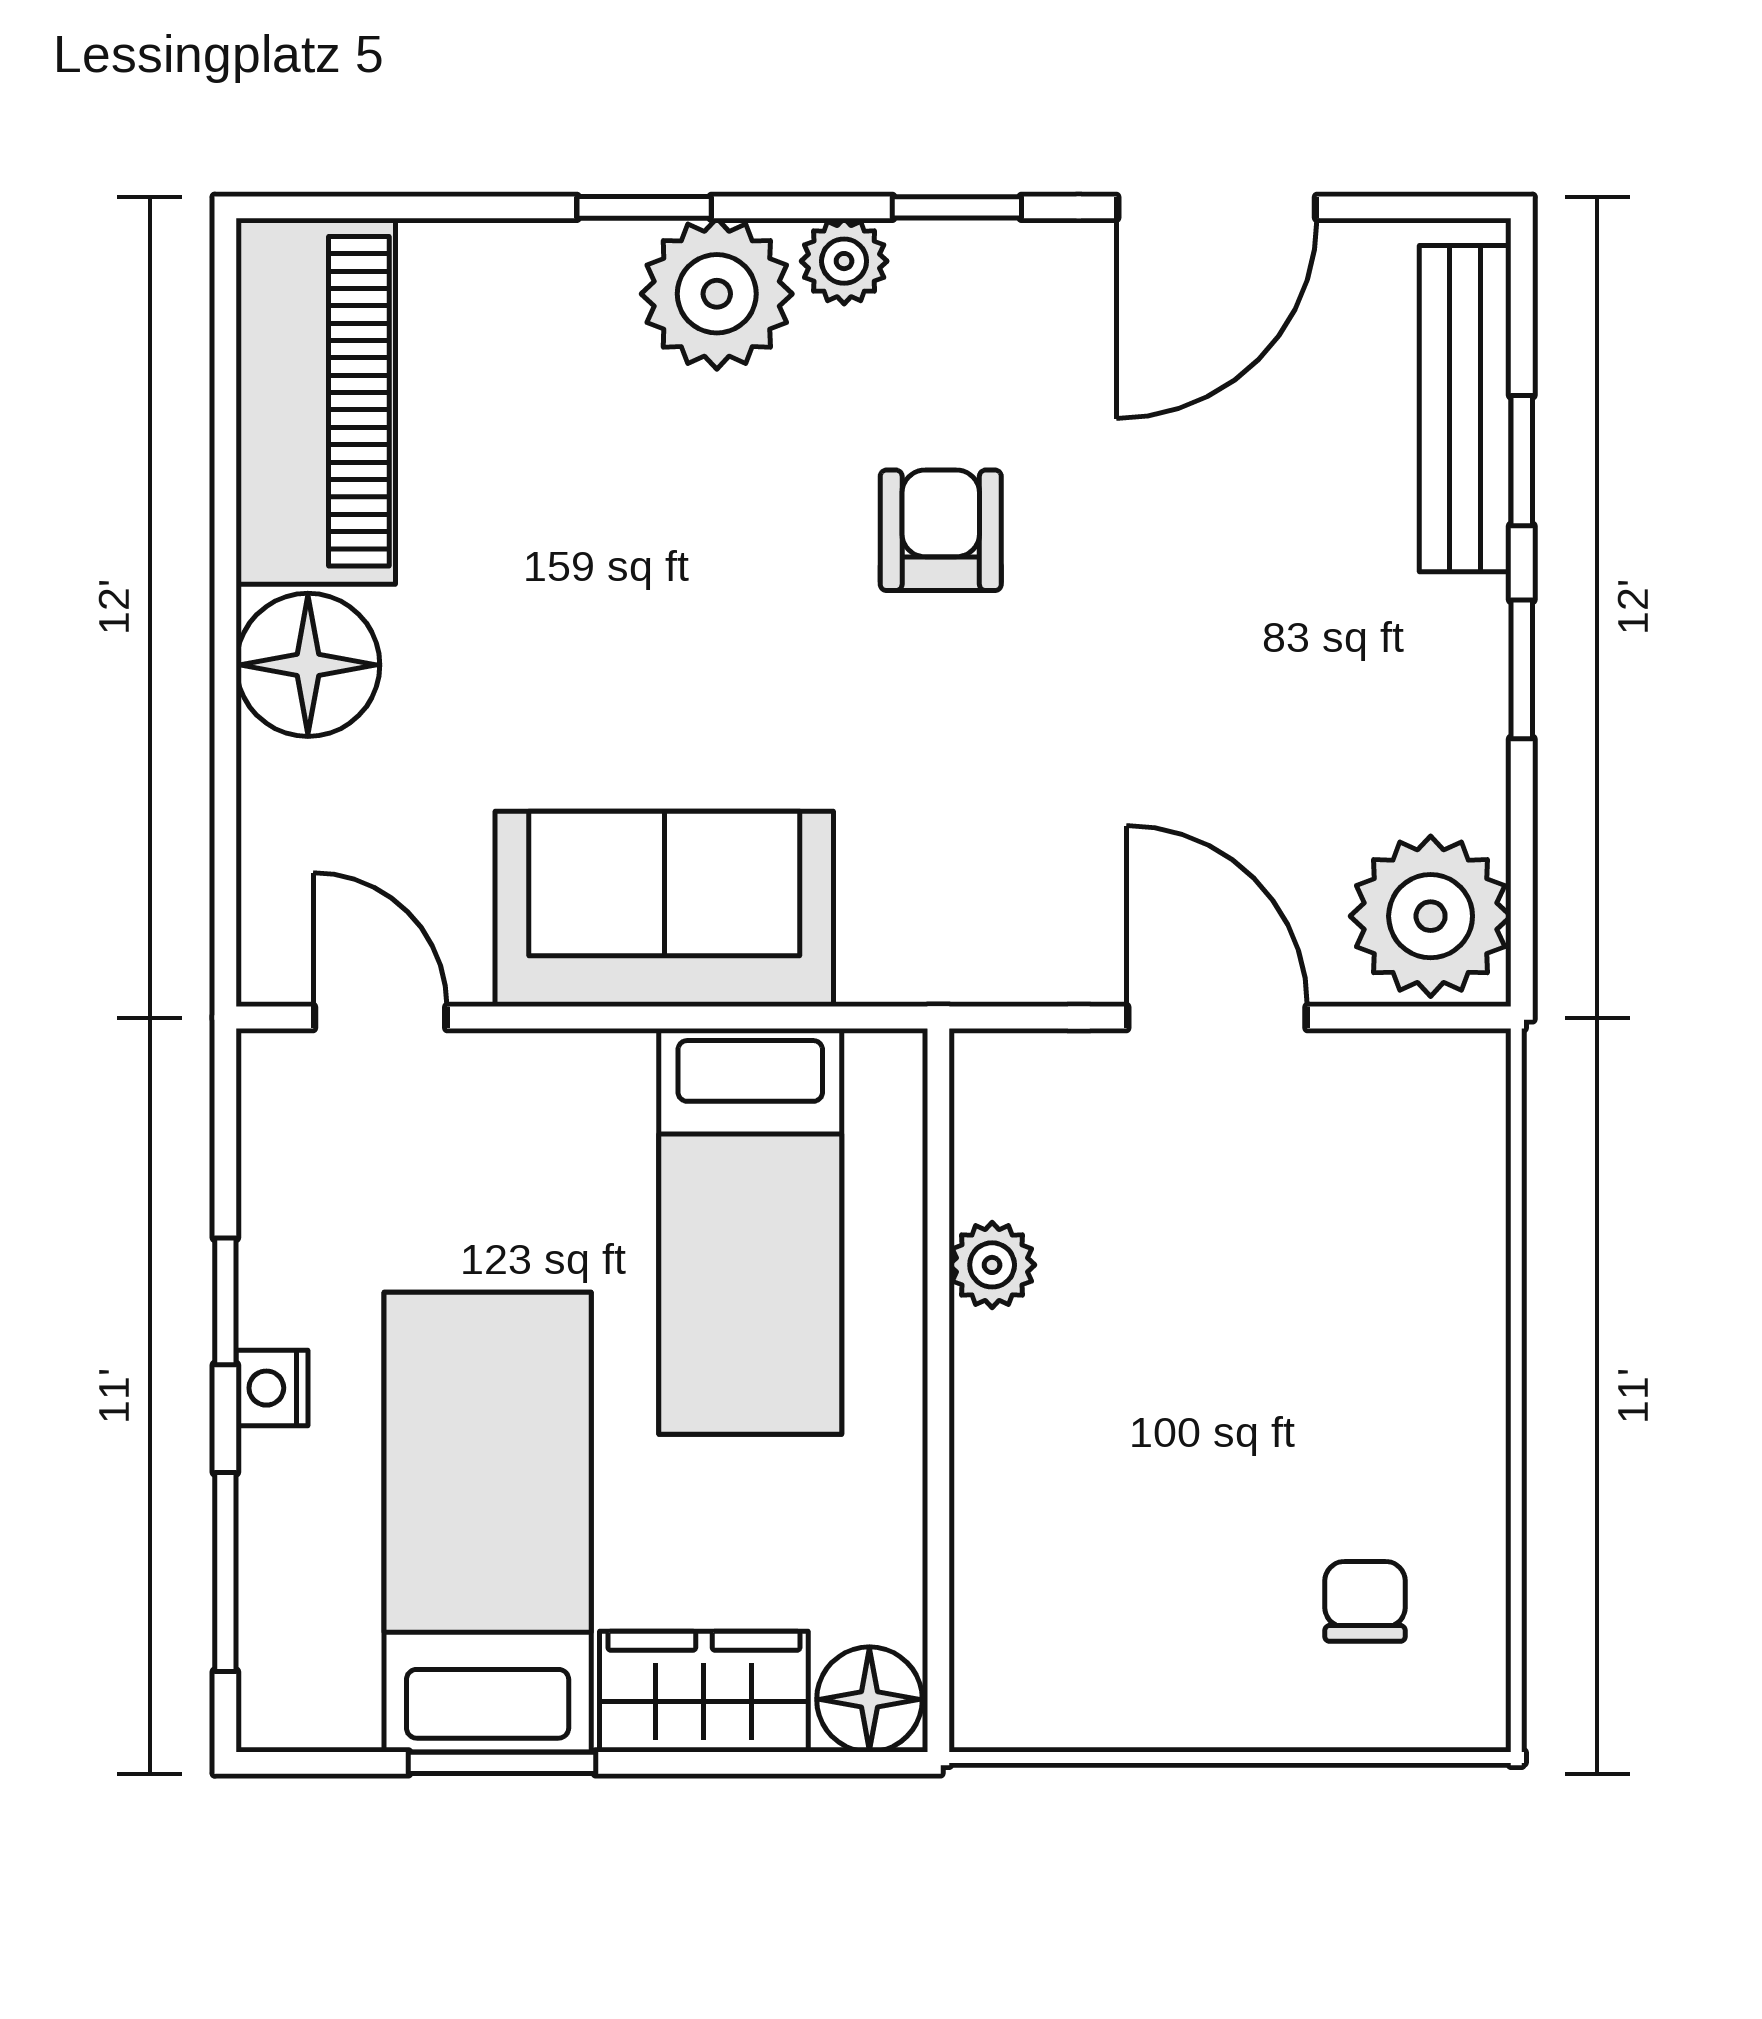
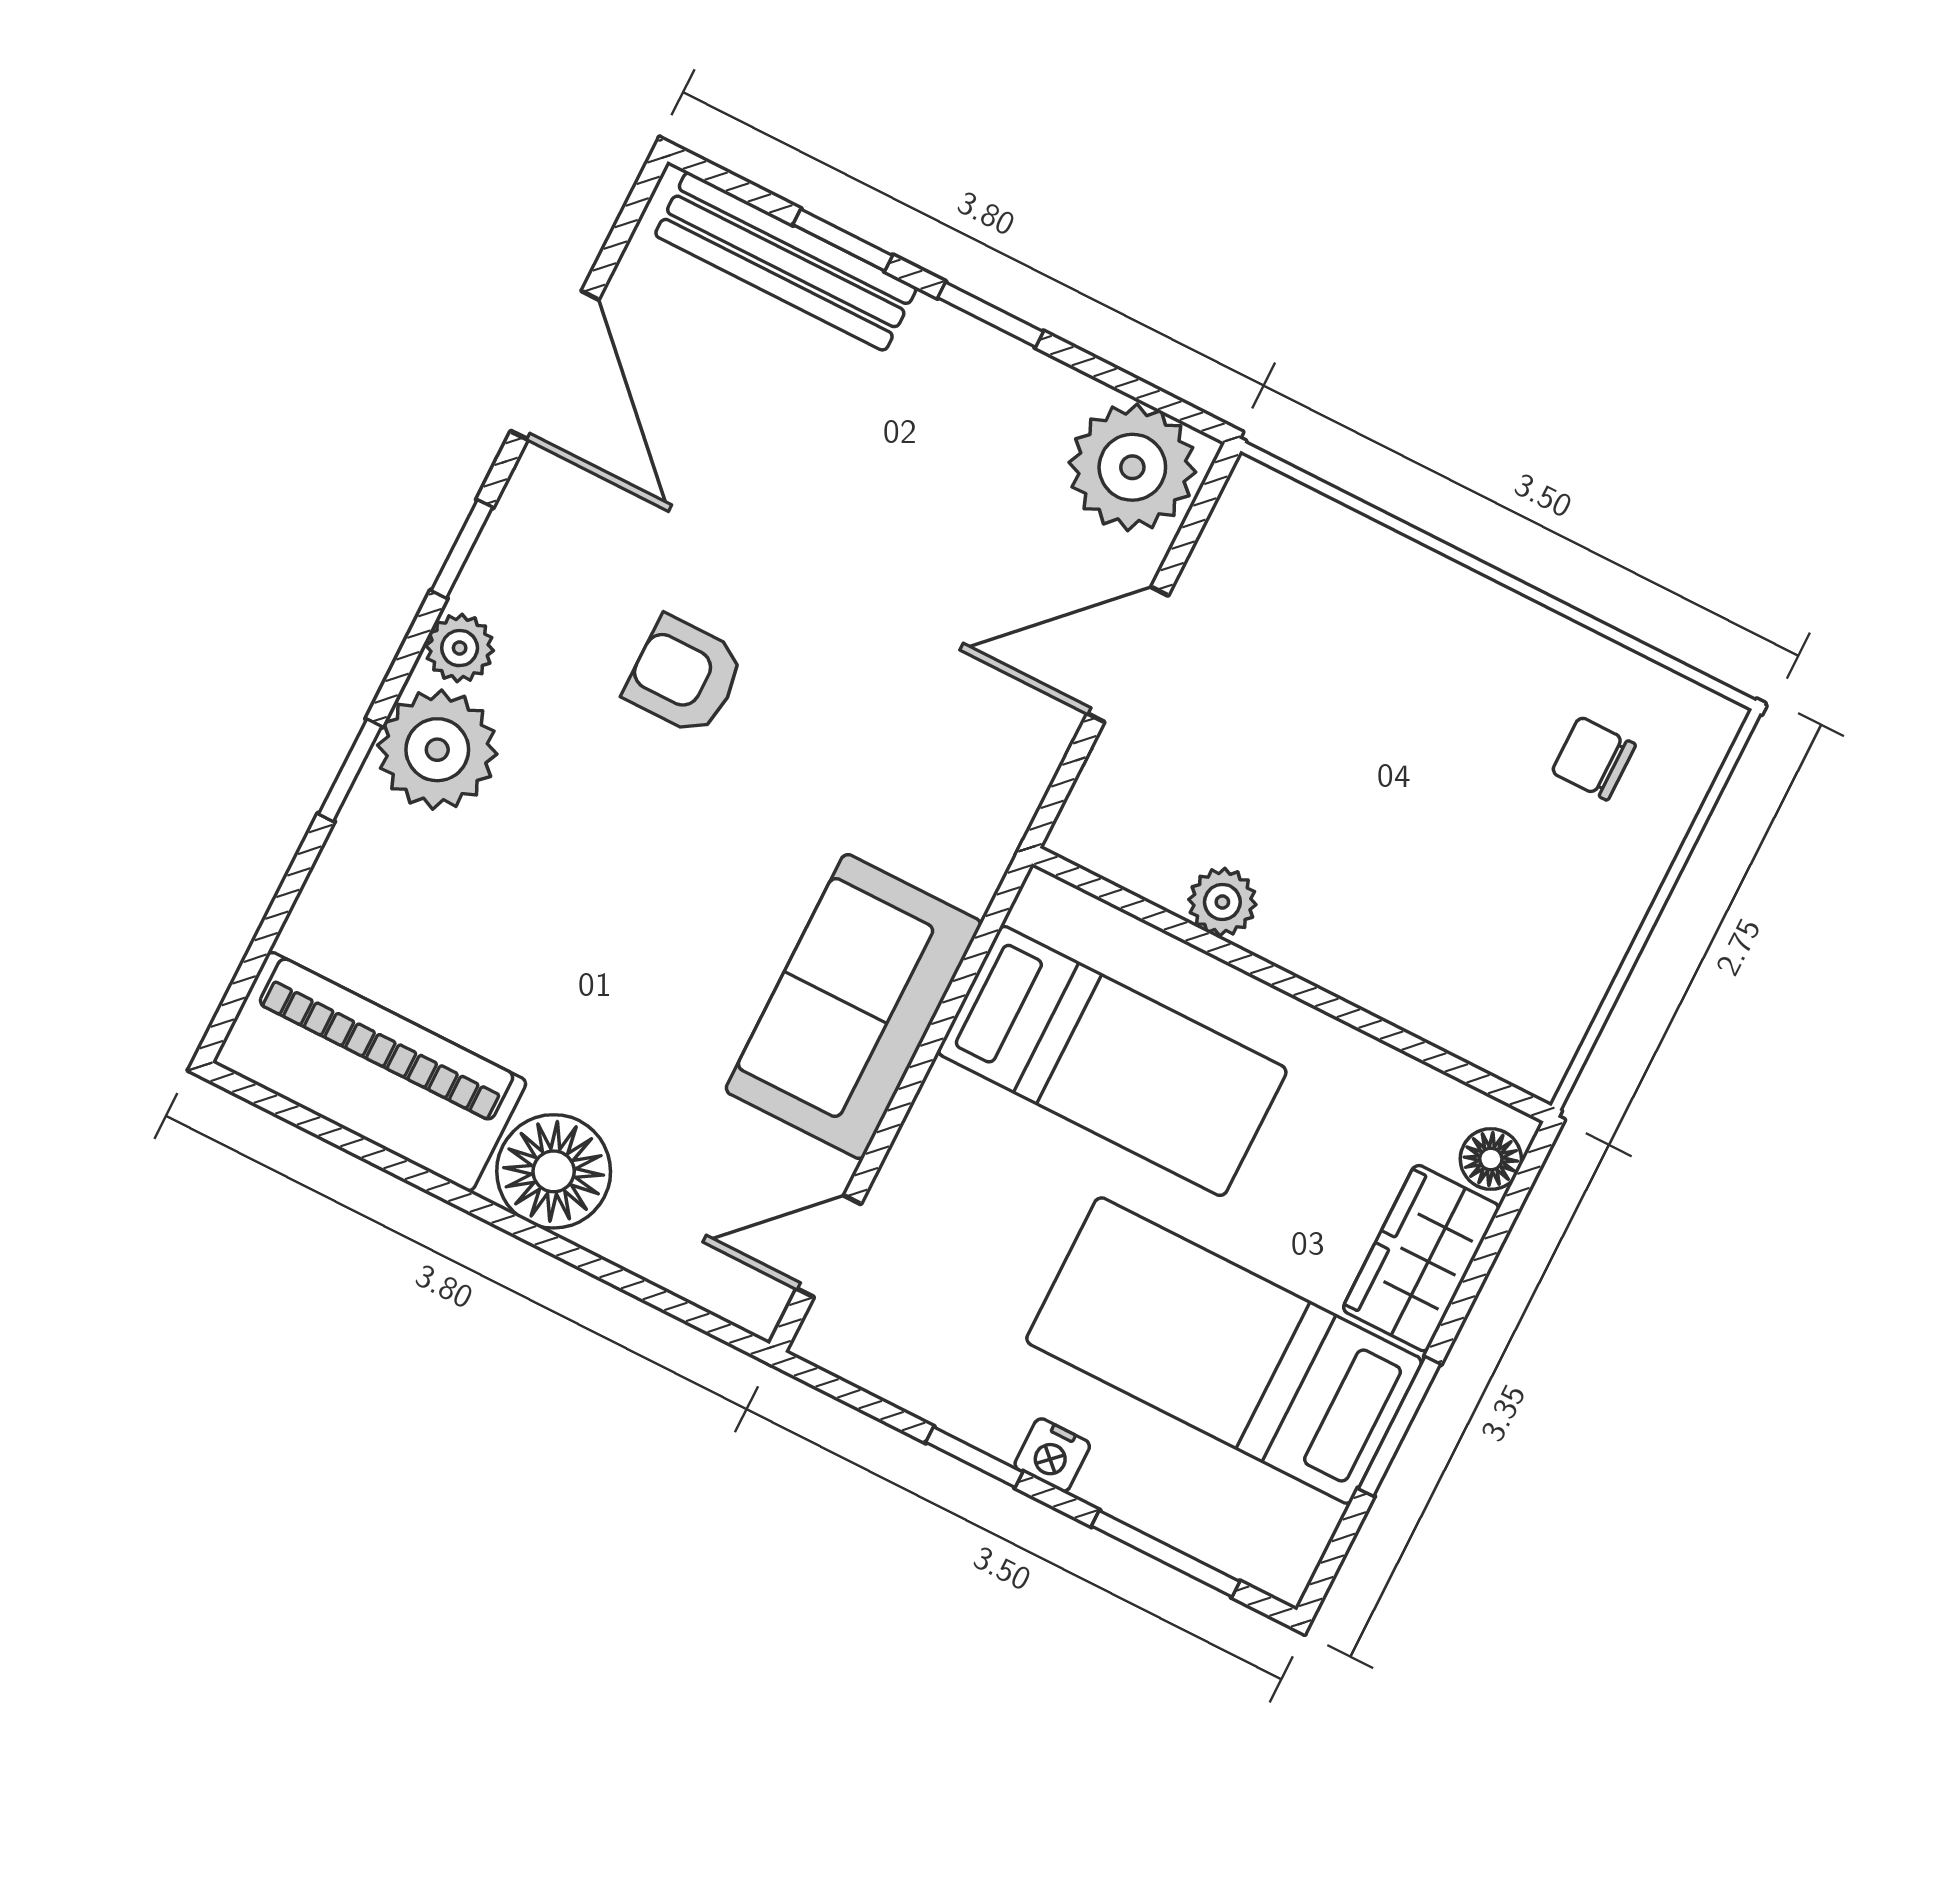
floor lamp: (869, 1699) -> (1491, 1159), width x0.73, depth x0.73

